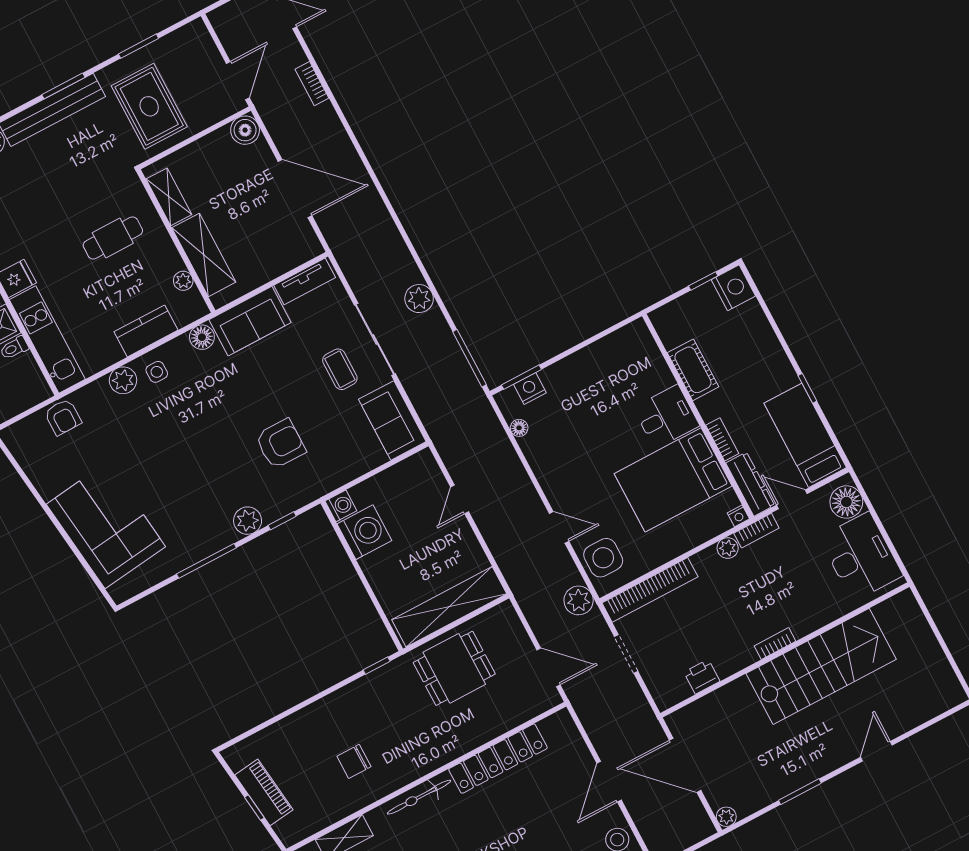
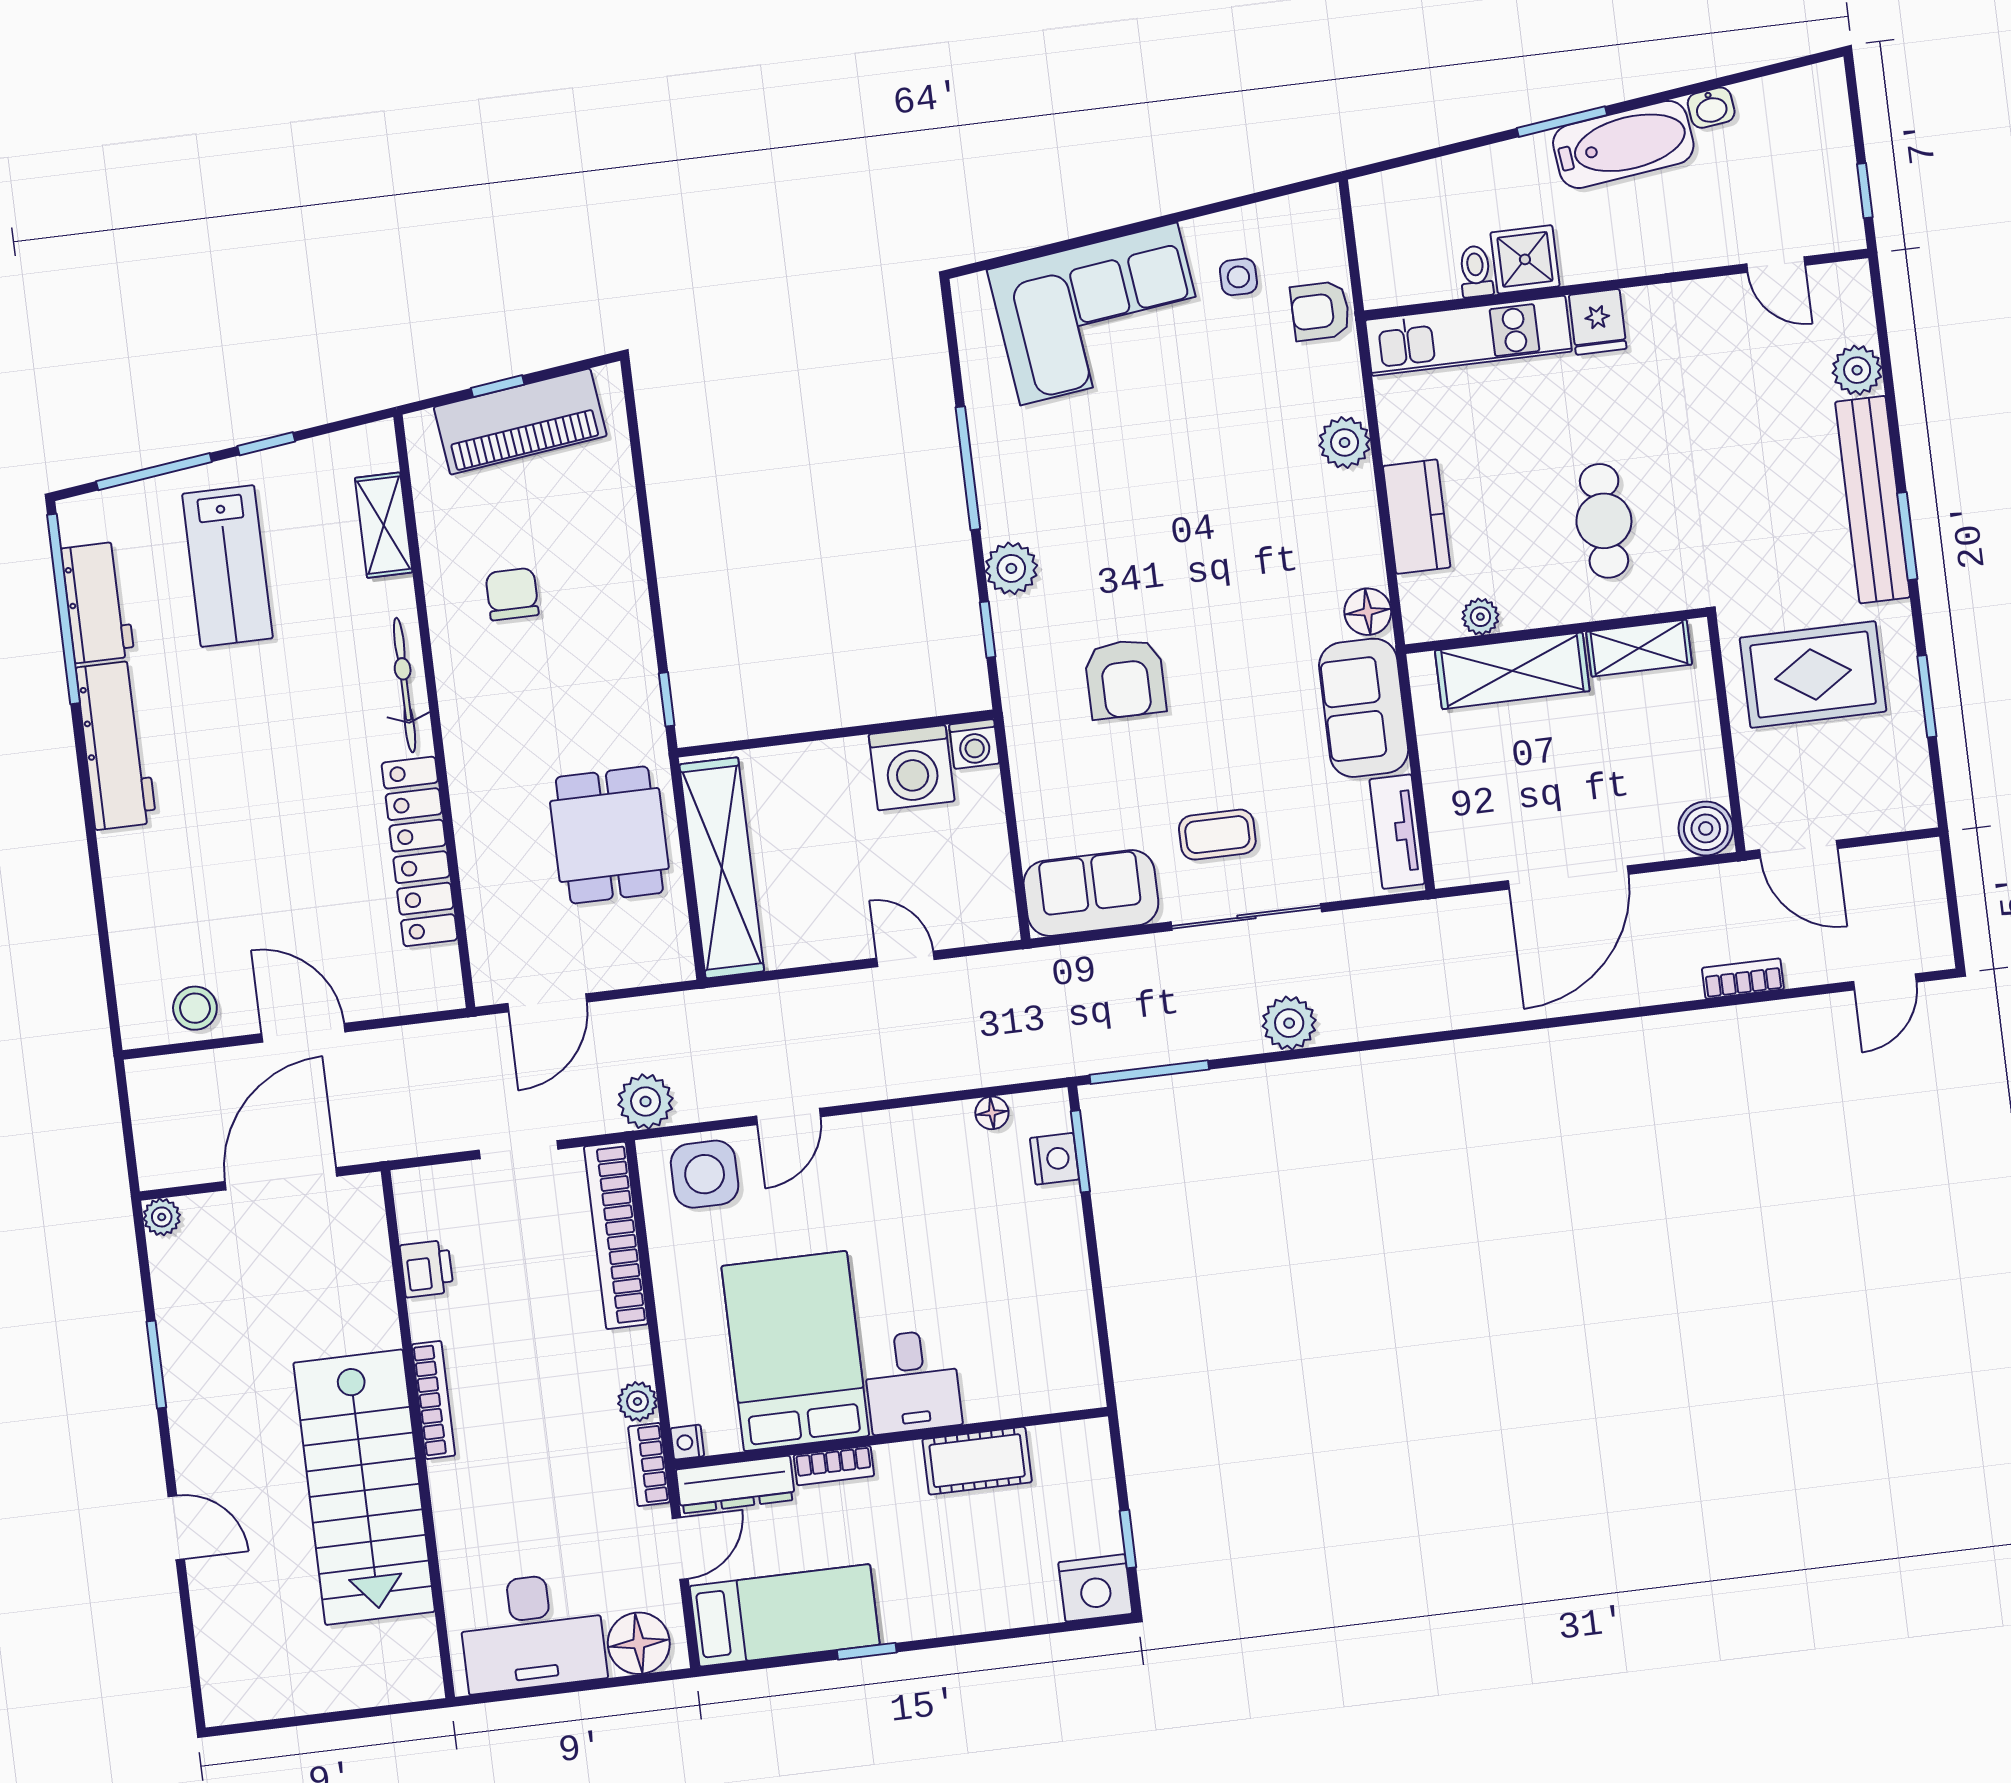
side table: (157, 372) -> (1238, 277), moved
bookcase: (775, 644) -> (433, 1400), width x1.56
piano: (264, 792) -> (520, 422), width x1.37, depth x1.33

